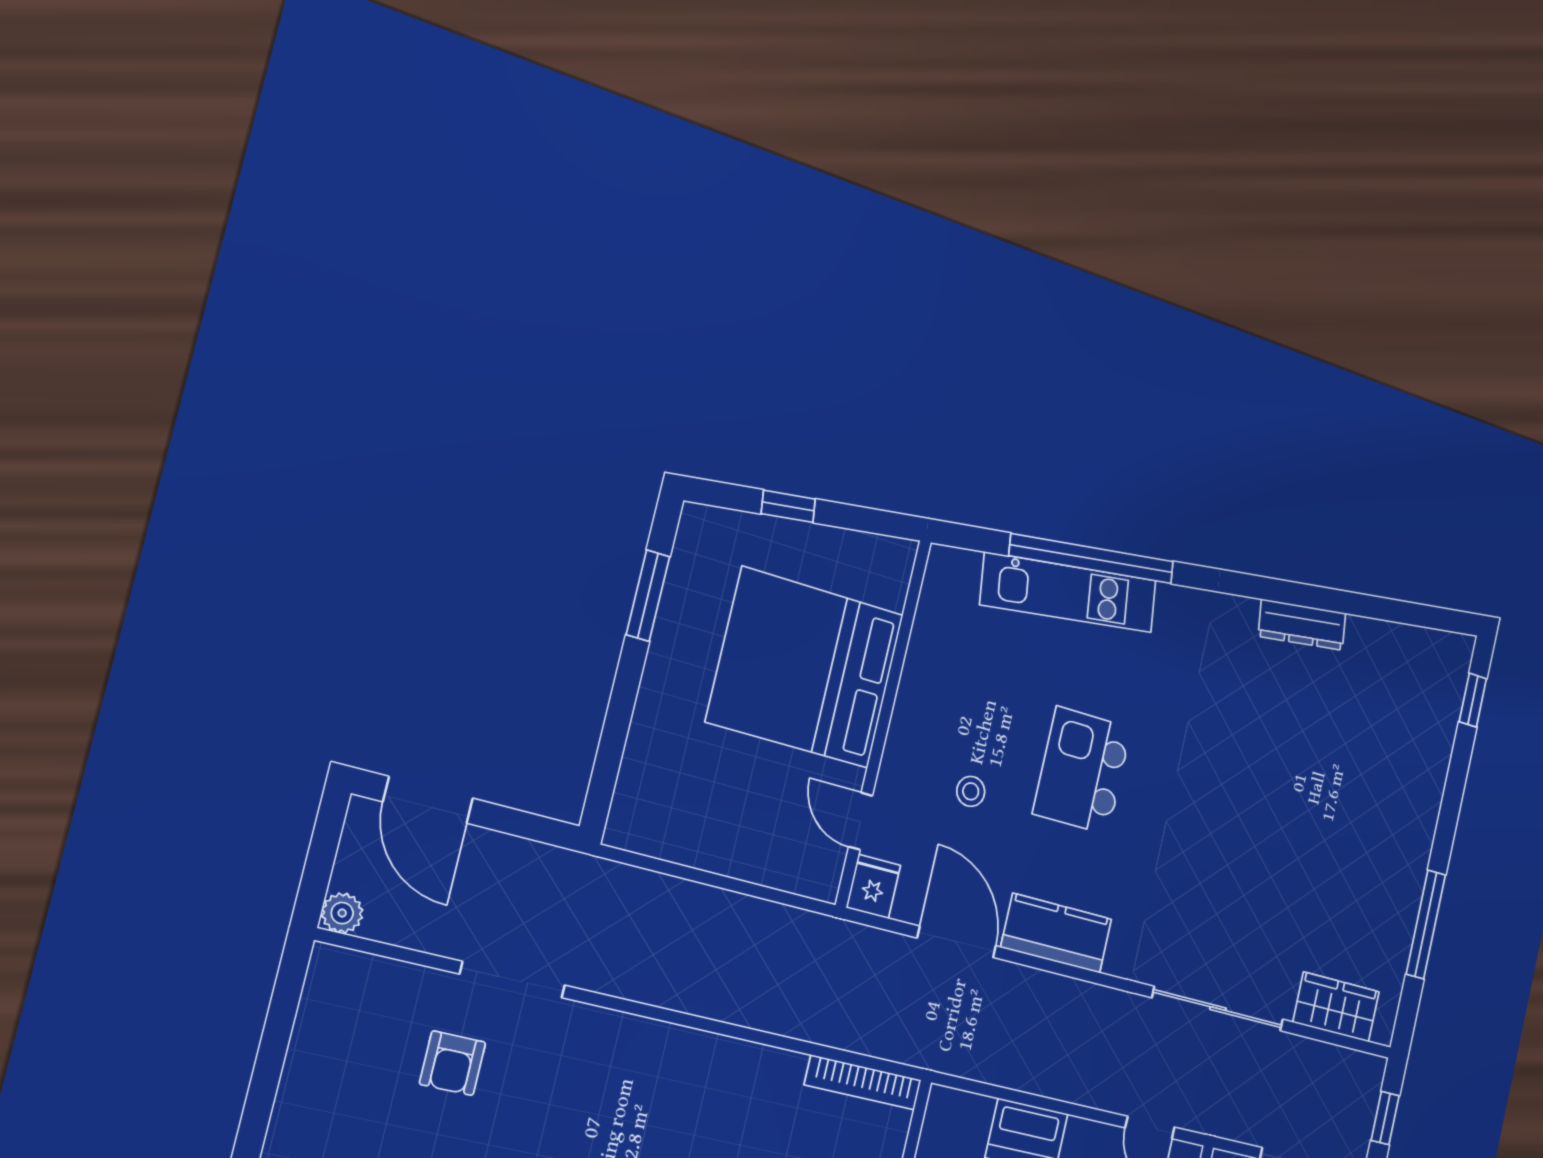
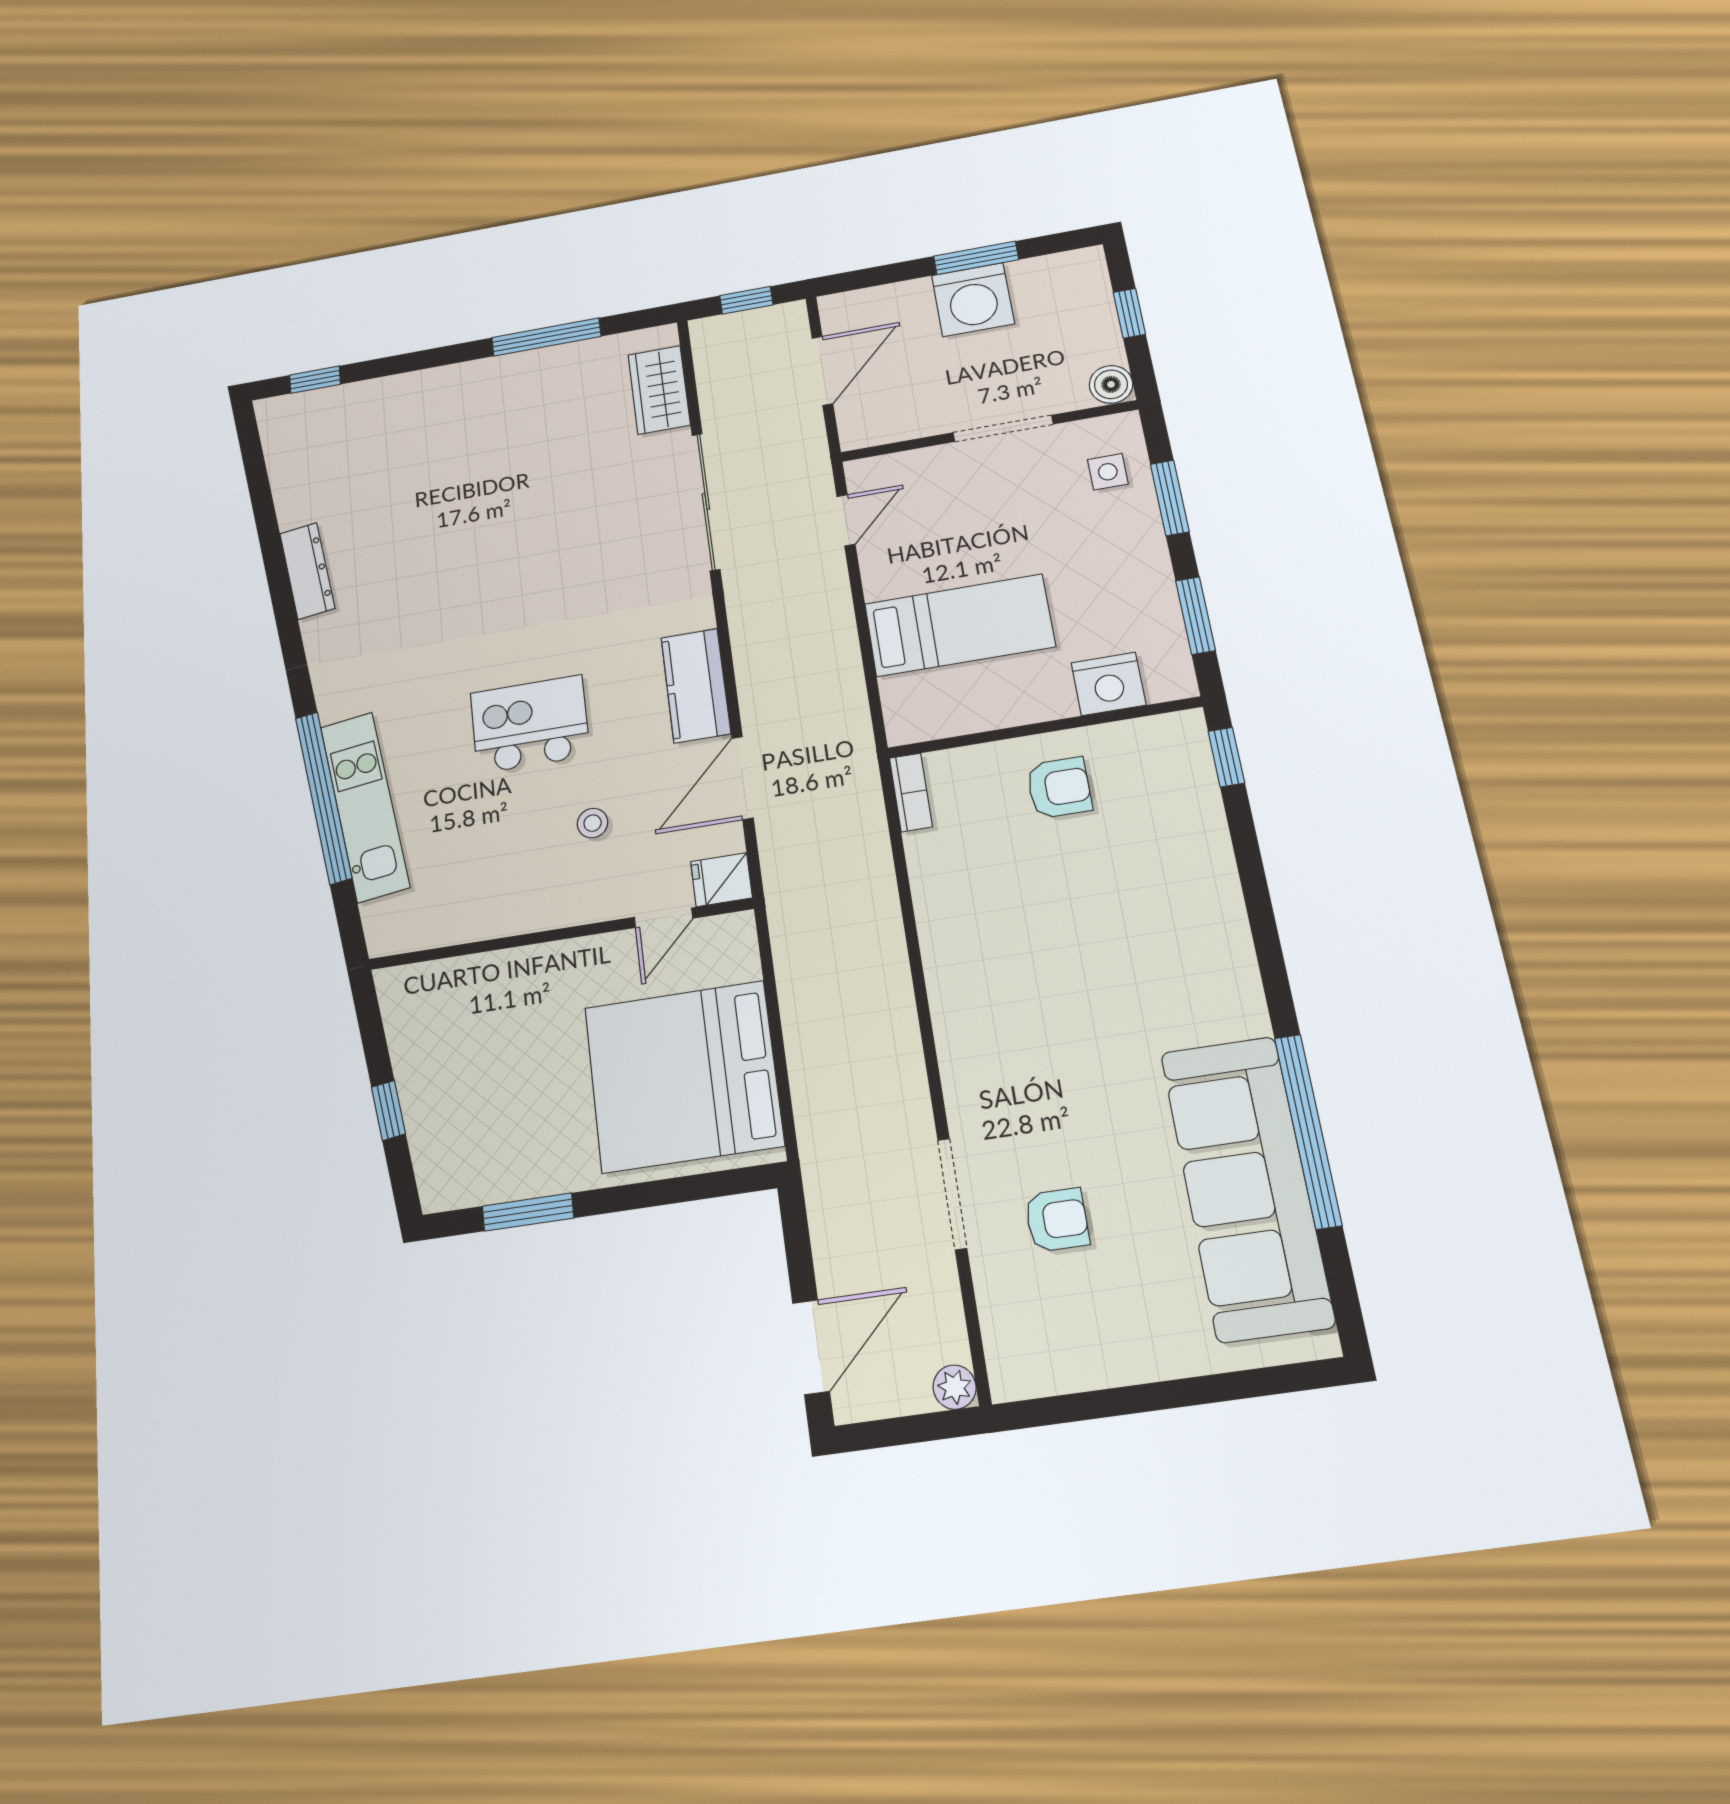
bed: (805, 668) -> (683, 1076), moved, turned 90
kitchen island: (1082, 771) -> (530, 724), turned 180
bookcase: (863, 1082) -> (911, 792), width x0.64

